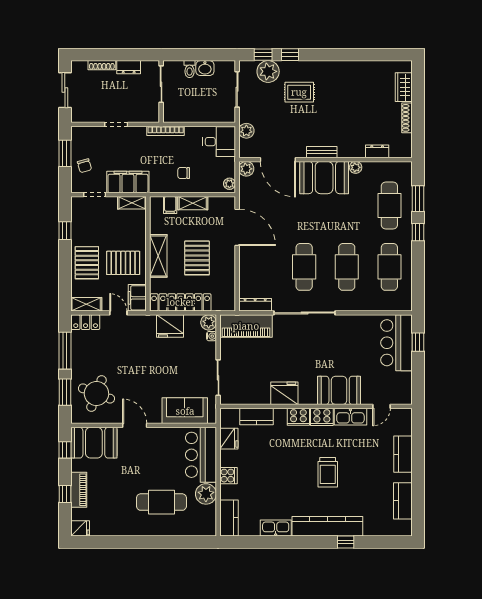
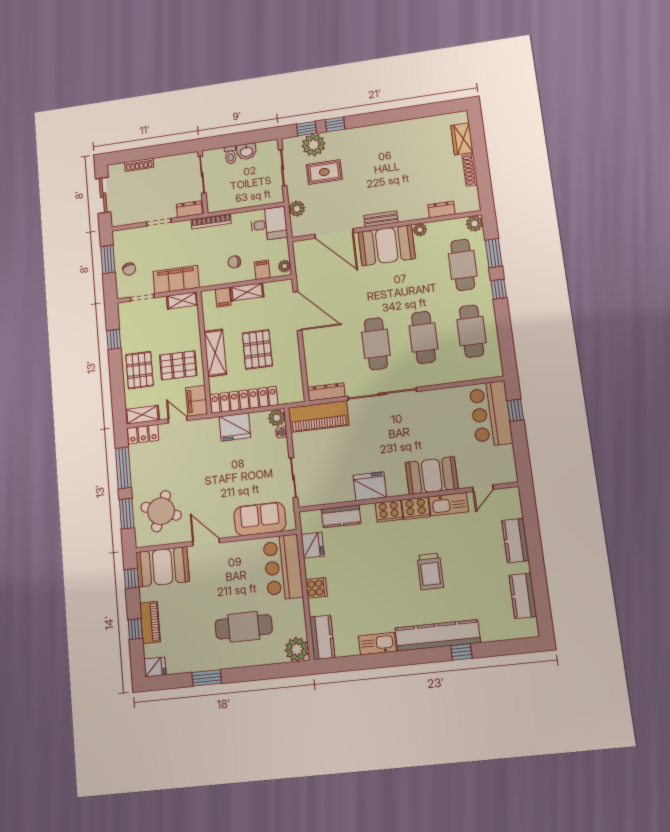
dresser: (129, 67) -> (189, 209), moved, turned 180
rug: (299, 92) -> (324, 172), moved
plant: (246, 169) -> (474, 224), moved
filing cabinet: (209, 184) -> (262, 270), added
plant: (206, 494) -> (297, 649), moved
window: (125, 542) -> (207, 678), added

